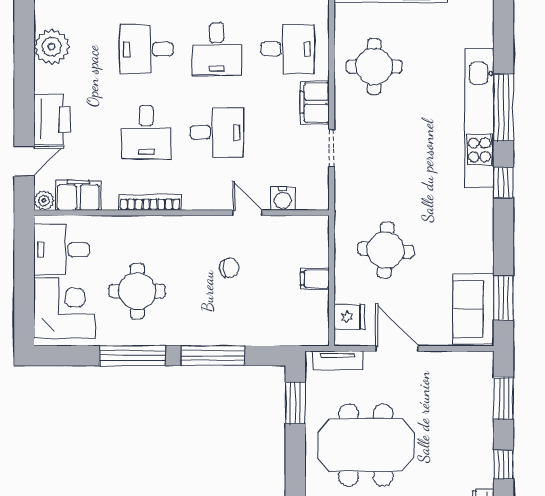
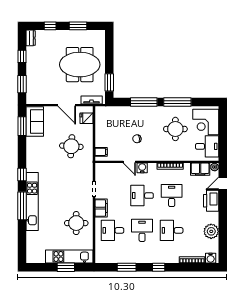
desk: (146, 49) -> (172, 230), turned 180
water cooler: (283, 198) -> (142, 168), moved
filing cabinet: (315, 279) -> (101, 152), moved

